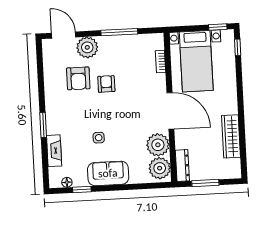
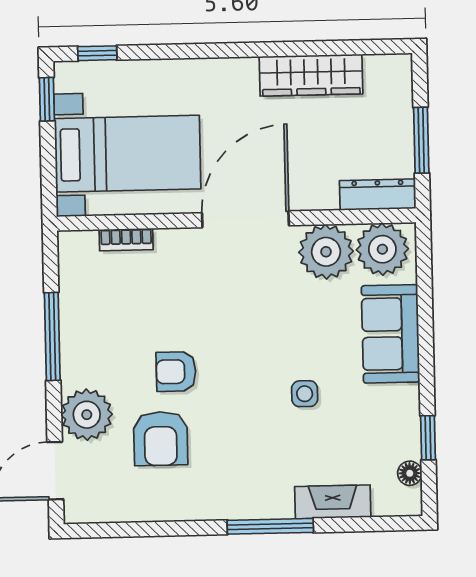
armchair: (78, 78) -> (161, 439), turned 90
window: (43, 125) -> (270, 526), width x1.44
sofa: (108, 173) -> (390, 334), moved

